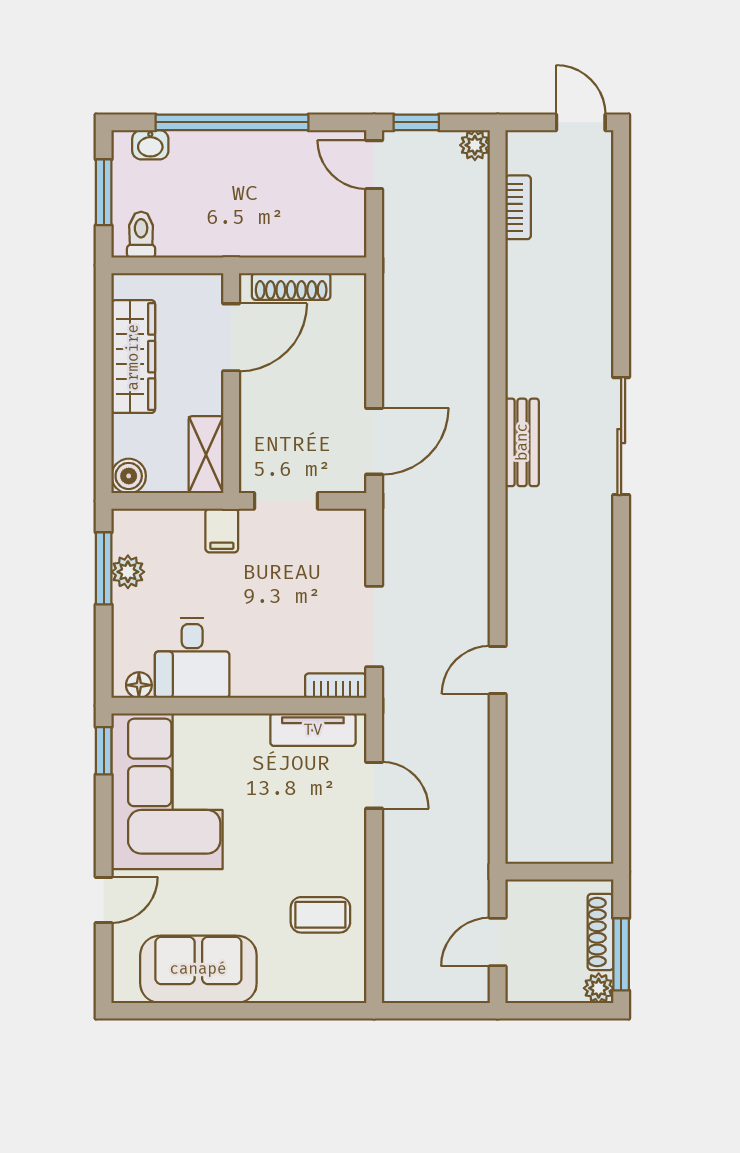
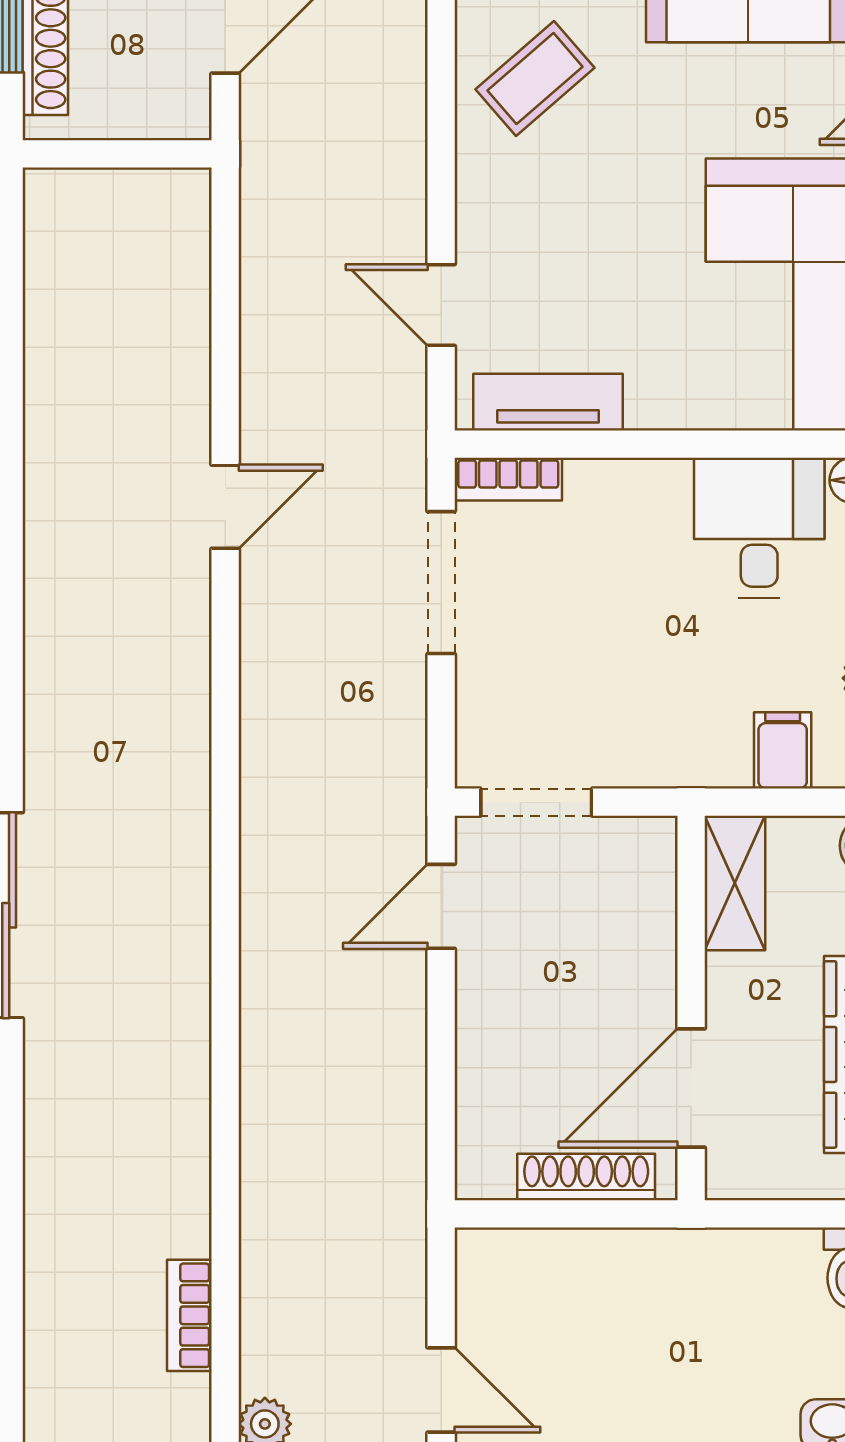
door: (374, 441) -> (441, 906), width x0.73
bench: (522, 442) -> (182, 904), removed
doorway: (286, 501) -> (536, 802), moved
filing cabinet: (222, 530) -> (783, 750), moved
coffee table: (320, 915) -> (535, 79), turned -41

